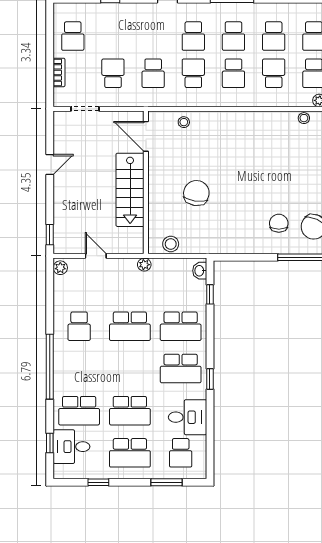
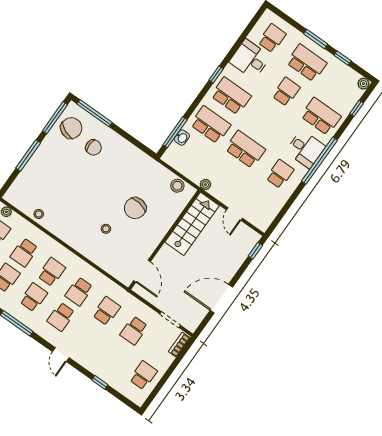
school desk: (193, 36) -> (61, 317), turned 180
bookcase: (59, 72) -> (179, 345), moved
stool: (304, 118) -> (39, 214), moved
stool: (184, 122) -> (106, 229), moved
door: (50, 164) -> (221, 299), width x1.88
stairs: (130, 190) -> (192, 224), moved
chair: (279, 223) -> (93, 147), turned -90
plant: (60, 268) -> (363, 84), moved
washbasin: (200, 271) -> (182, 138), moved
window: (210, 294) -> (175, 132), width x2.17
school desk: (130, 411) -> (286, 92), width x0.54
desk: (72, 447) -> (305, 149), moved
window: (167, 482) -> (316, 39), moved

